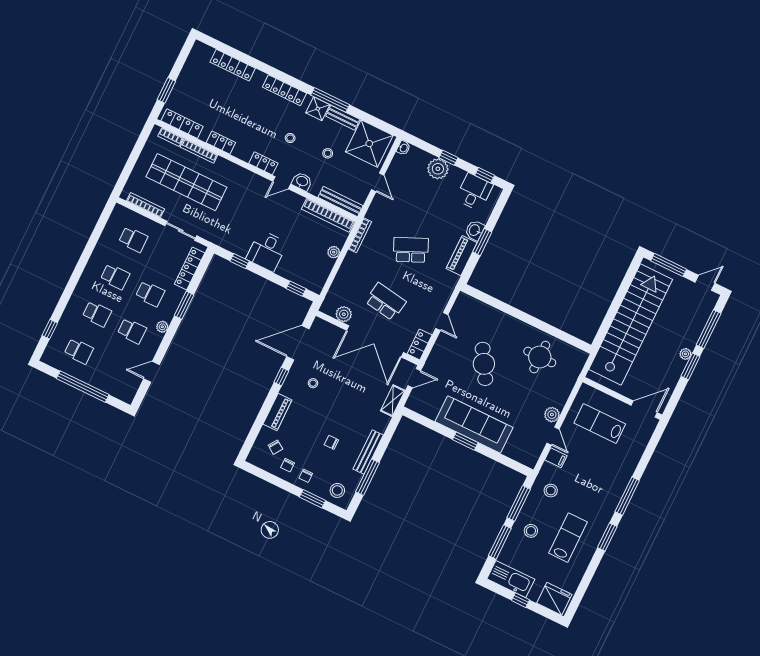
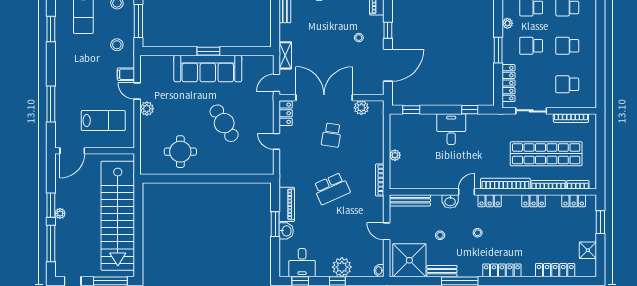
shower: (318, 109) -> (588, 250), moved
locker: (182, 124) -> (574, 201), width x0.66
bookcase: (328, 215) -> (505, 184), moved
school desk: (385, 302) -> (332, 135), width x0.54
window: (627, 496) -> (51, 104), moved

